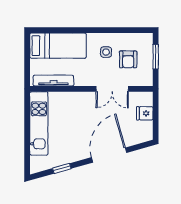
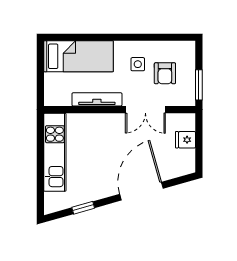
window: (156, 57) -> (199, 85), moved
tv unit: (53, 81) -> (97, 99), moved

